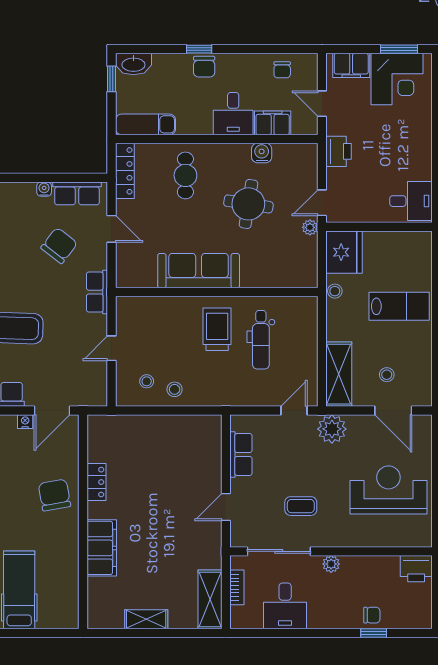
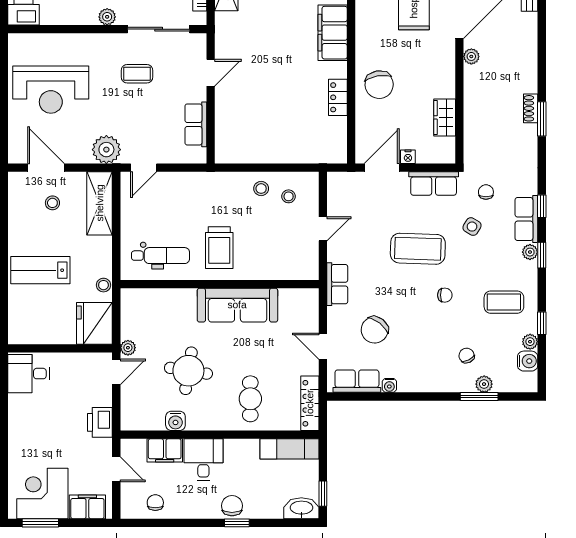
dental chair: (261, 340) -> (161, 256), moved, turned 90

